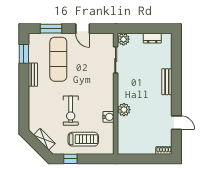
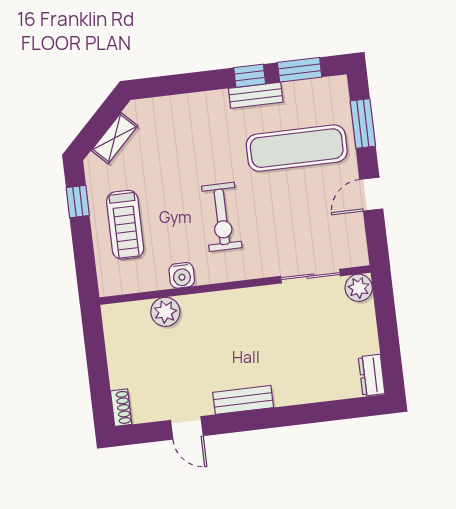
dresser: (152, 38) -> (372, 375), moved
window: (24, 76) -> (250, 76), added
bench: (167, 82) -> (243, 400), moved
plant: (124, 110) -> (165, 312), moved
exercise bike: (71, 111) -> (222, 217), moved, turned -90
door: (176, 123) -> (187, 428), hinge flipped

